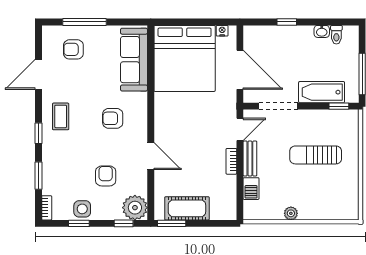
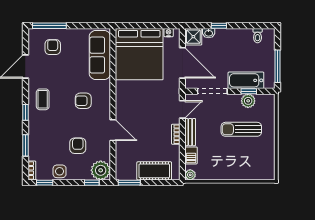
window: (85, 22) -> (49, 26), moved
washbasin: (322, 31) -> (209, 33), moved
shower: (254, 36) -> (193, 37), added
armchair: (73, 49) -> (53, 47), turned 90
window: (339, 106) -> (249, 91), moved
plant: (324, 118) -> (248, 101), added
cot: (187, 208) -> (154, 171), moved
plant: (291, 213) -> (190, 175), moved
window: (79, 223) -> (45, 183), moved

